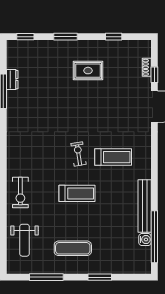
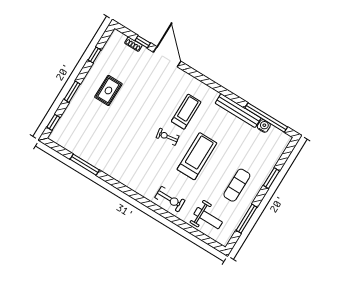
dresser: (12, 80) -> (80, 152), removed
treadmill: (77, 193) -> (197, 156), width x1.37, depth x1.38

